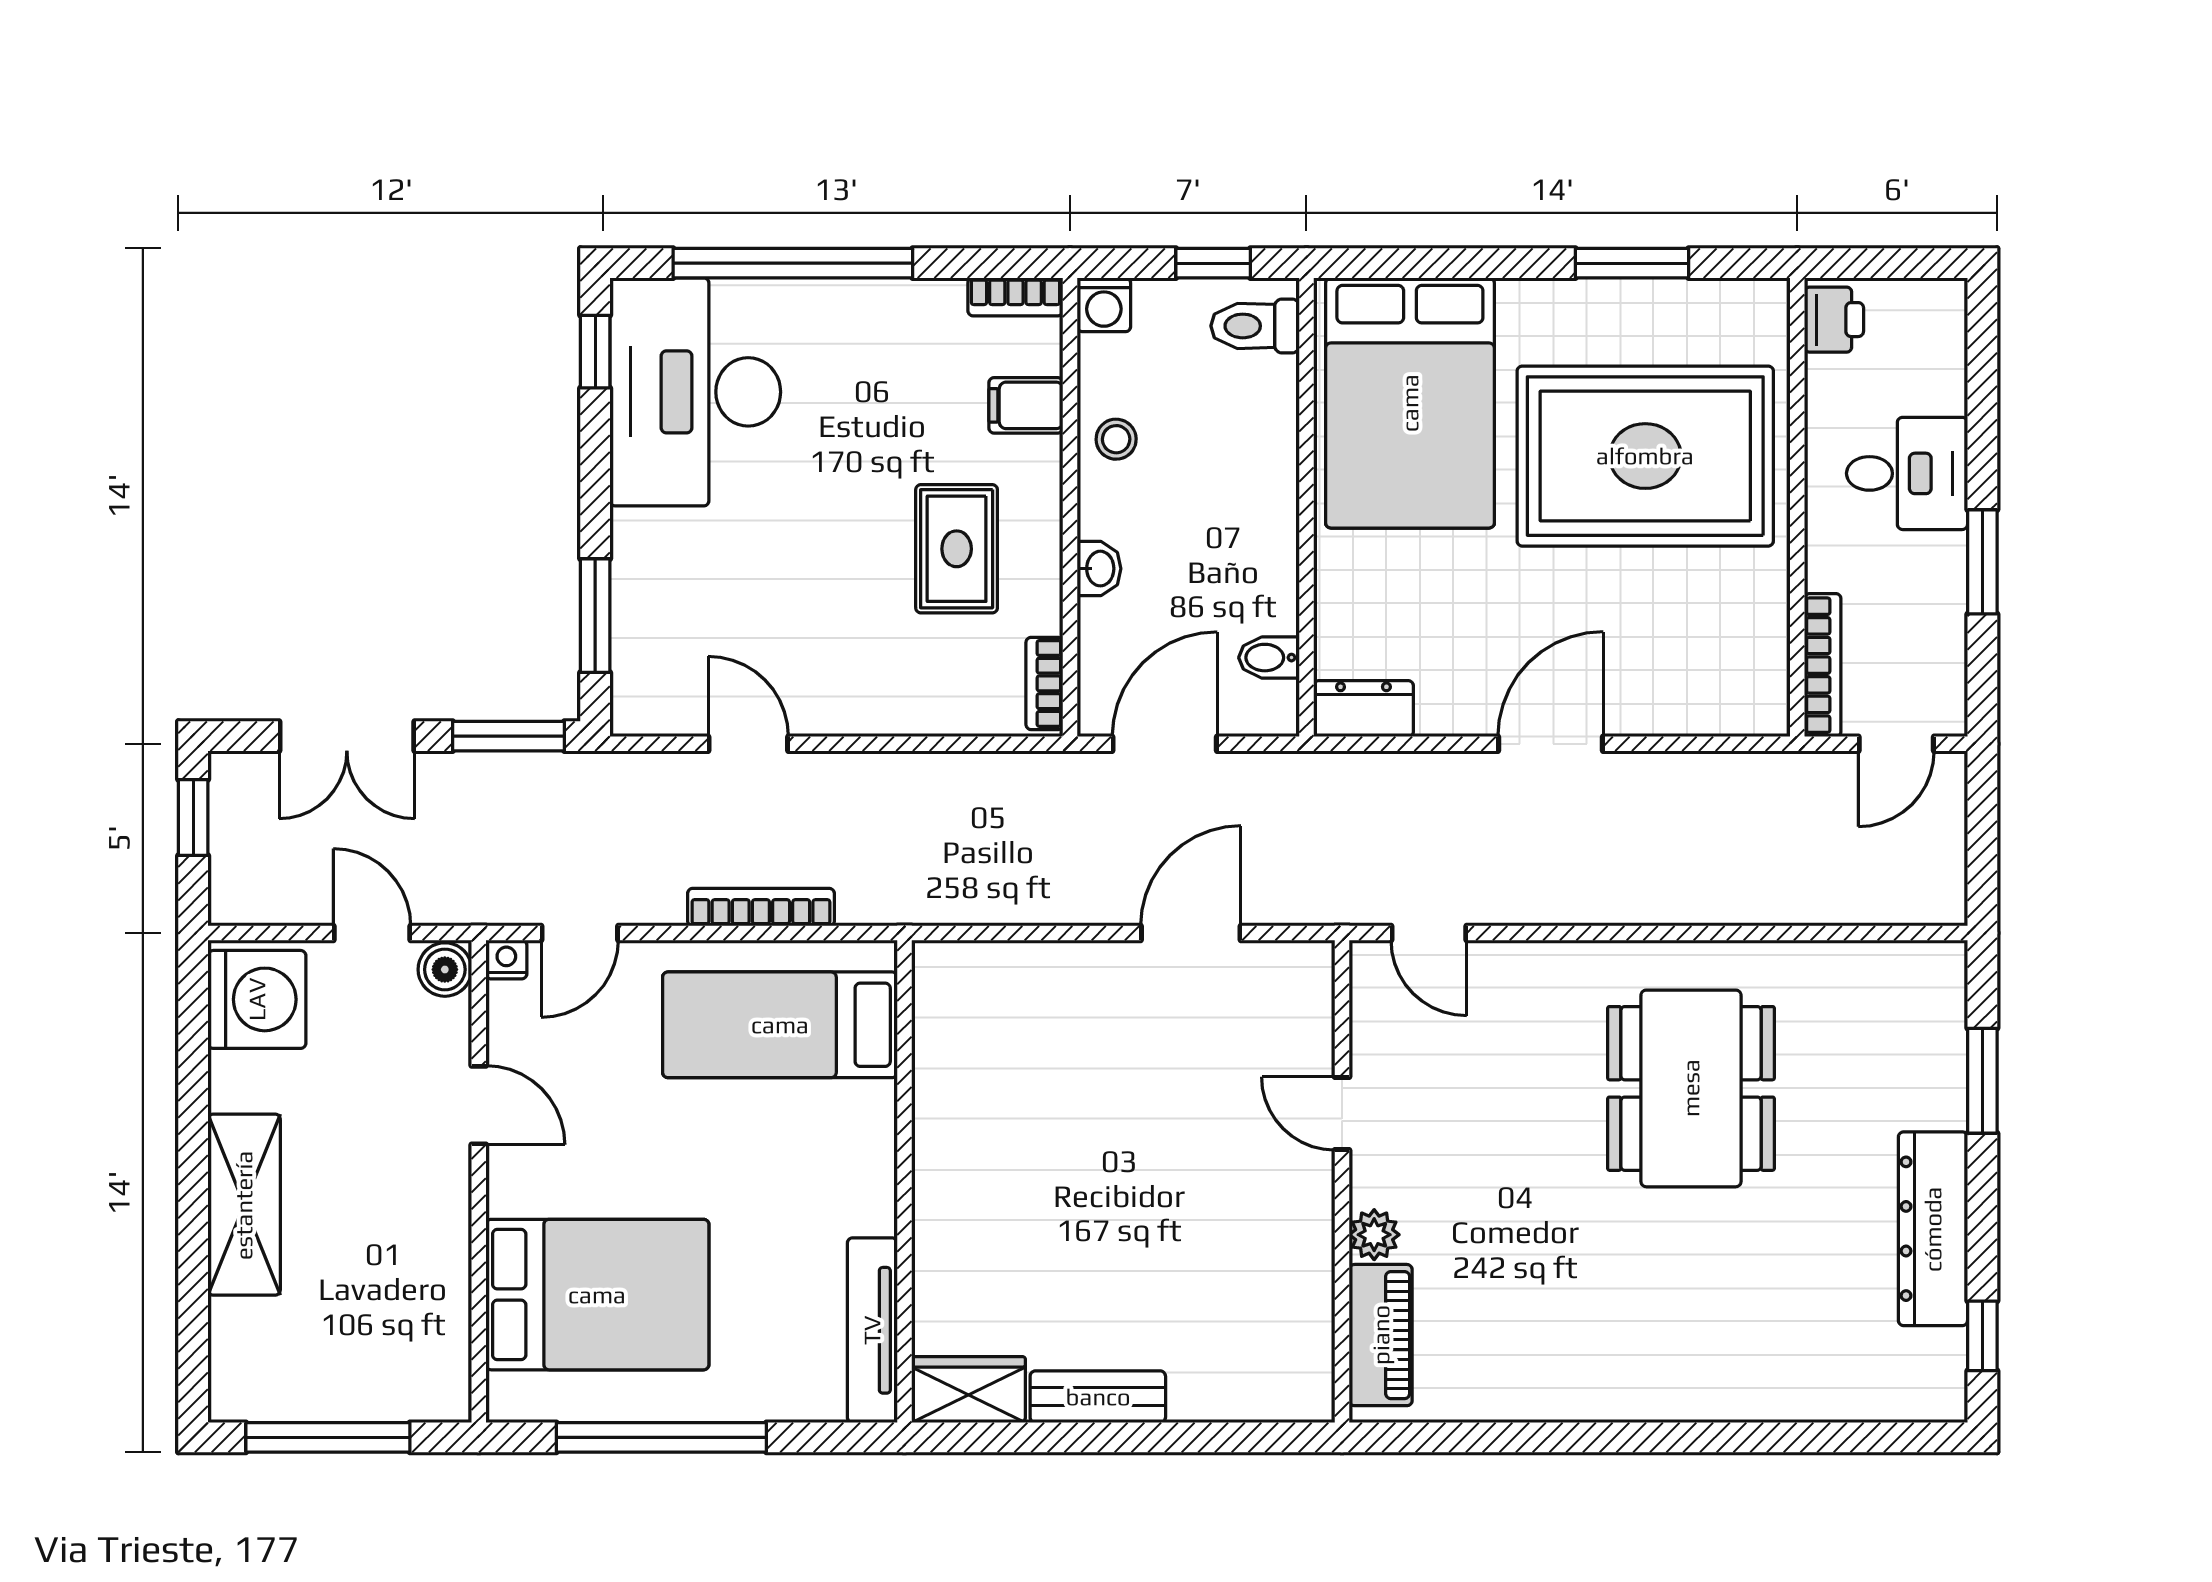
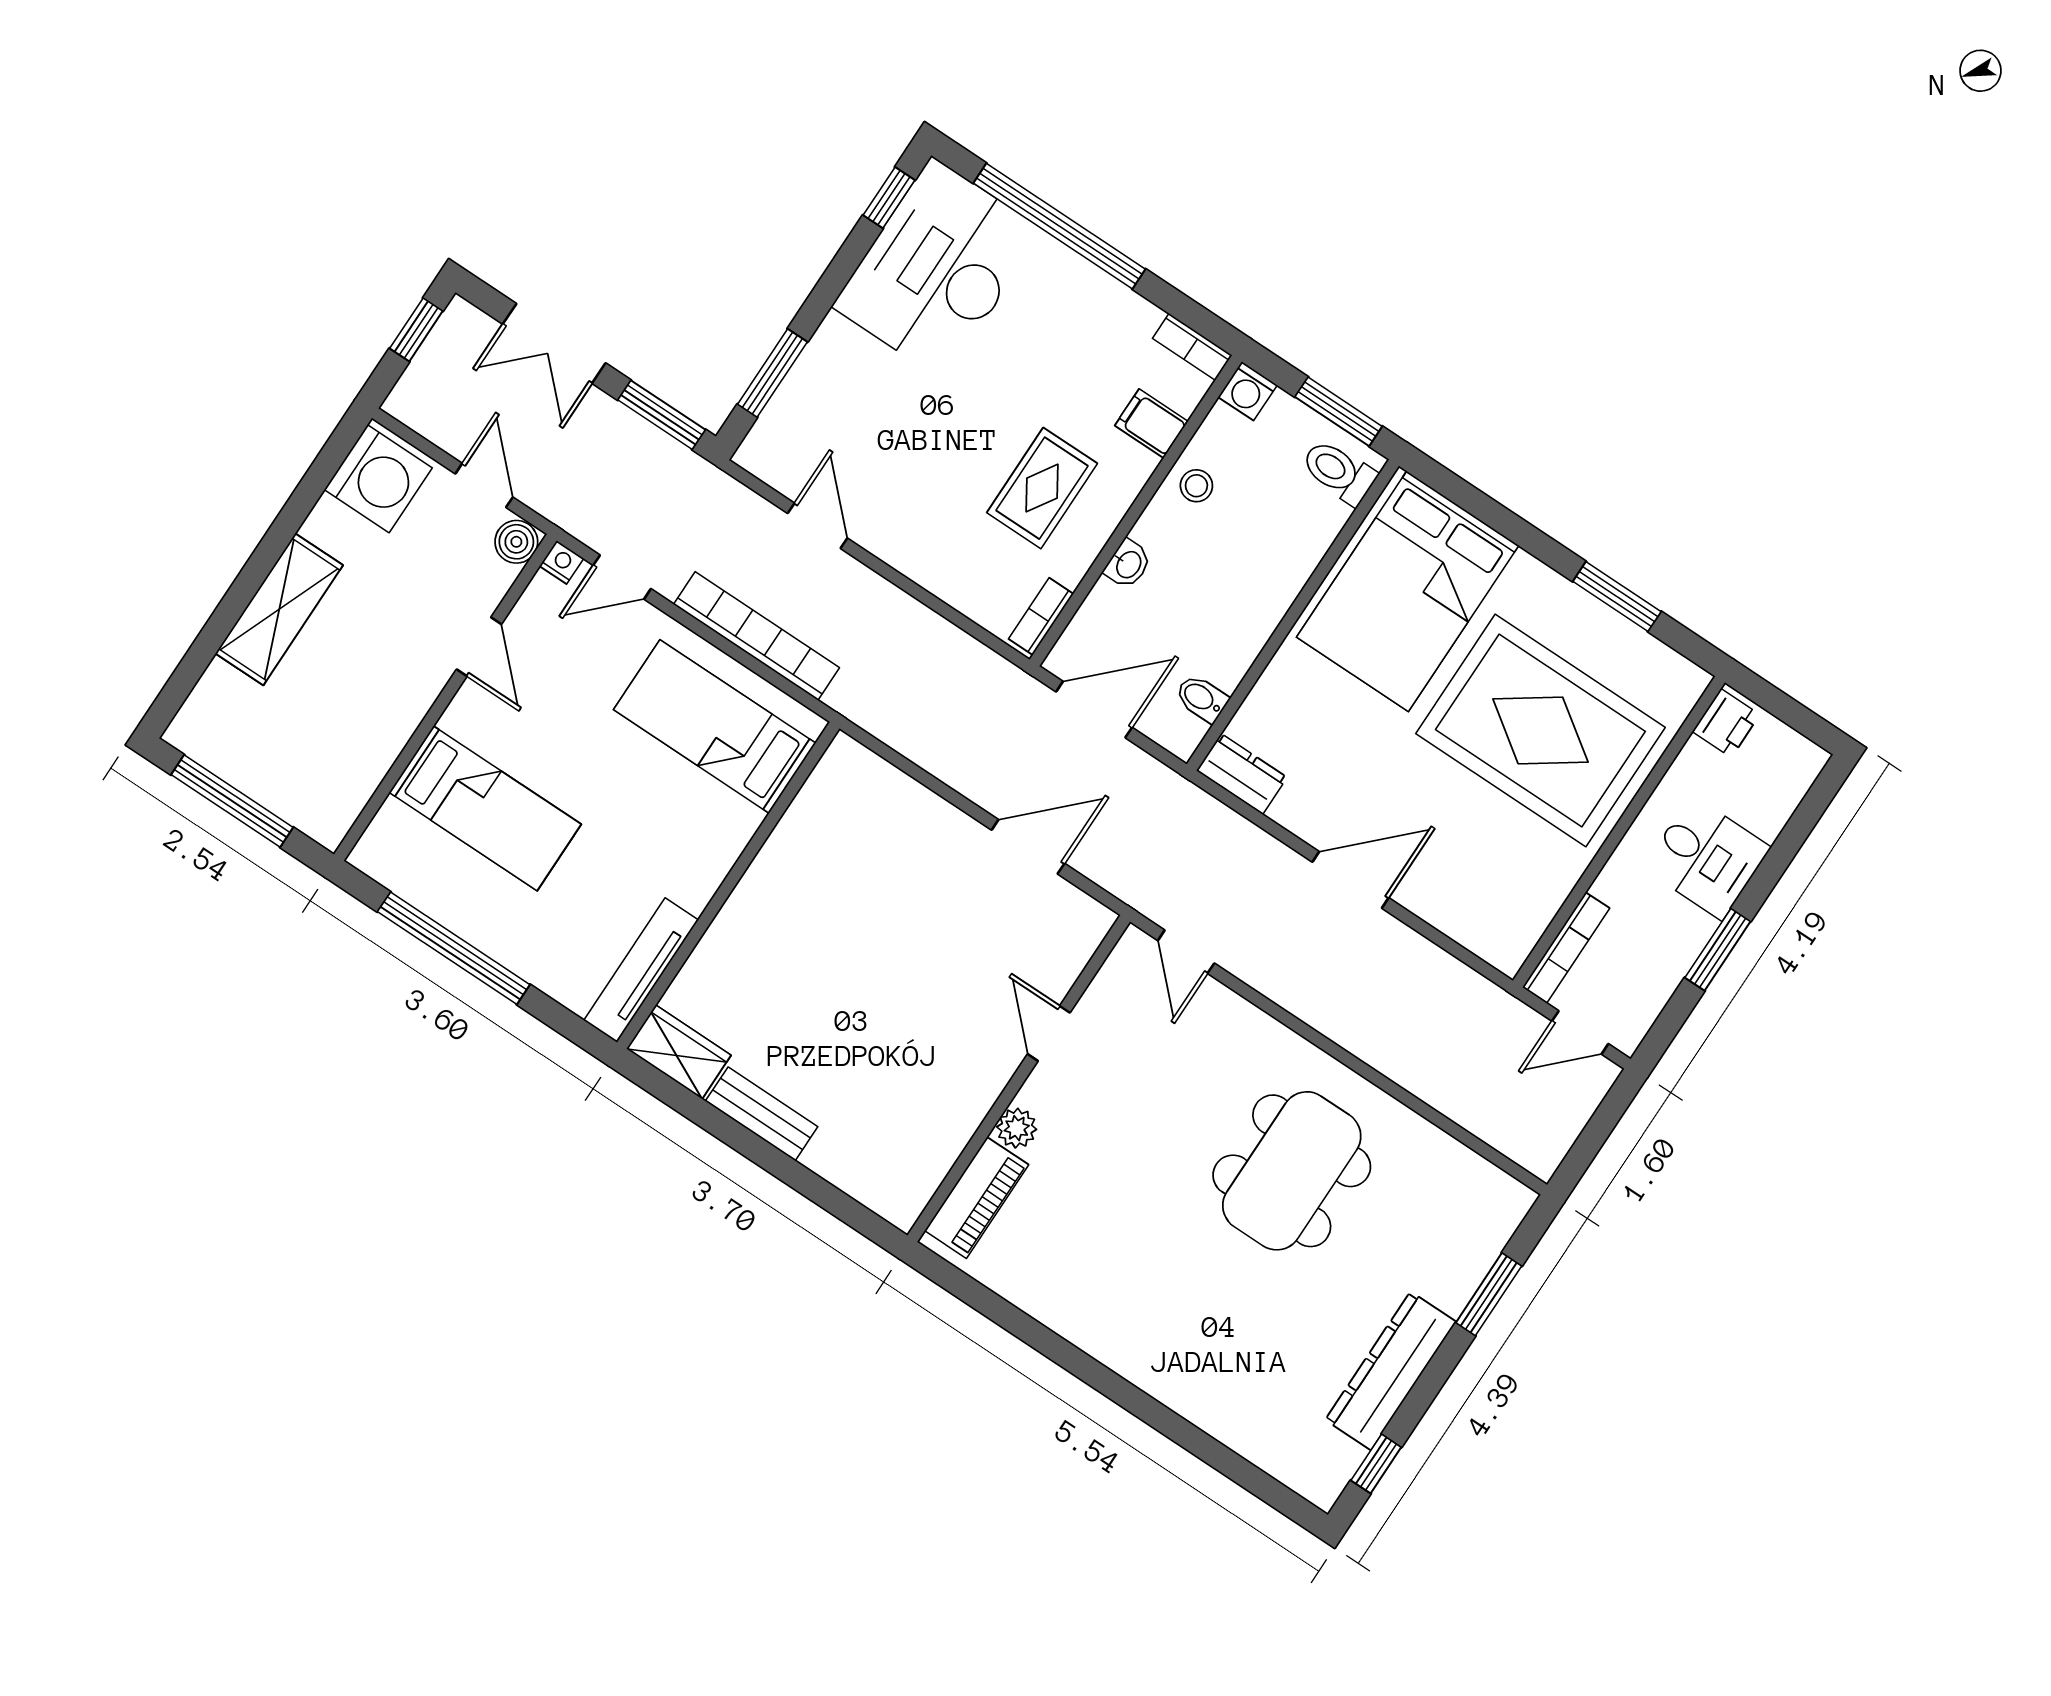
window: (1213, 263) -> (1339, 412), width x1.50
bookcase: (761, 907) -> (756, 636), width x1.48, depth x1.31
bed: (597, 1295) -> (485, 808), width x0.67

